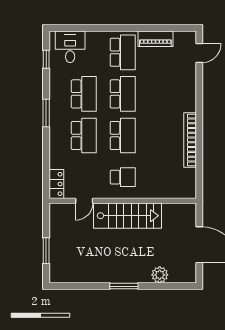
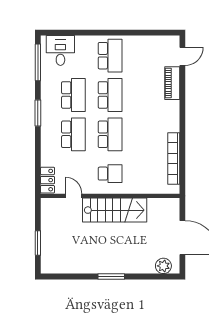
piano: (155, 39) -> (172, 83), moved, turned 90
window: (46, 59) -> (38, 62), width x2.17
bookcase: (190, 140) -> (174, 158), moved
door: (84, 201) -> (74, 196), swing flipped
plant: (160, 275) -> (163, 266), moved

